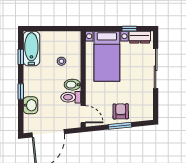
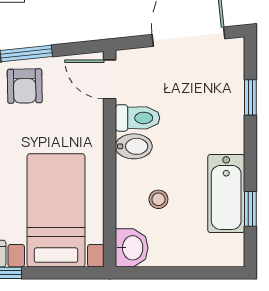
bathtub: (31, 49) -> (226, 194), moved
window: (21, 92) -> (250, 97), moved
washbasin: (30, 105) -> (132, 248), moved, turned 180

